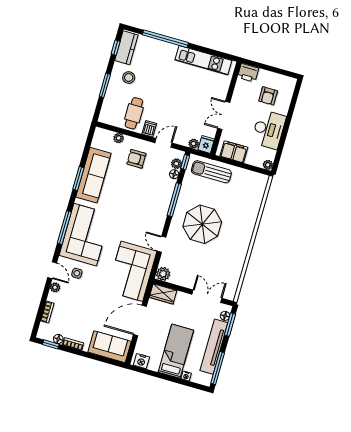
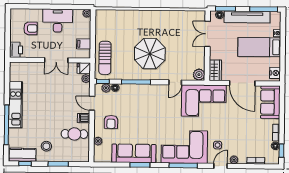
kitchen unit: (203, 60) -> (16, 105), moved
filing cabinet: (234, 152) -> (84, 44), width x0.50

